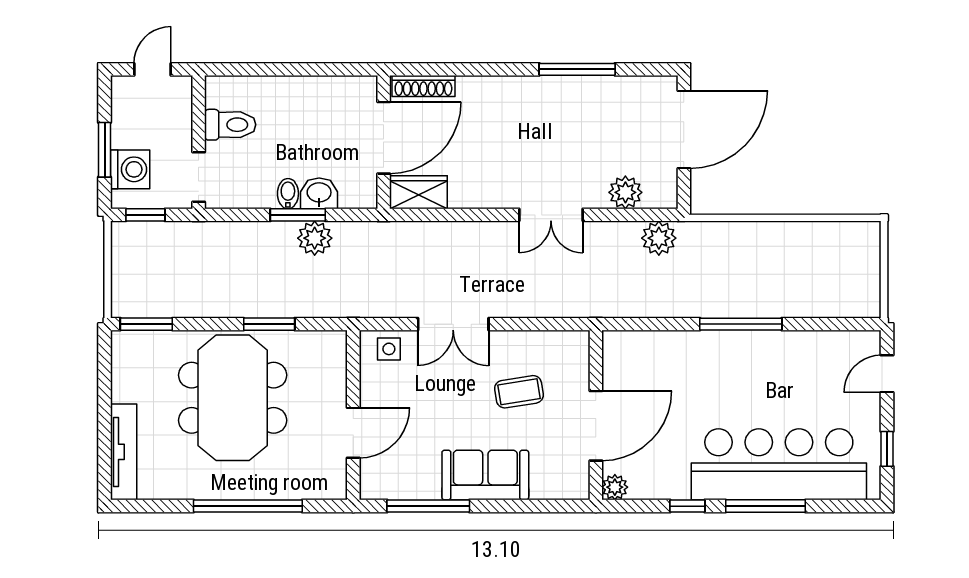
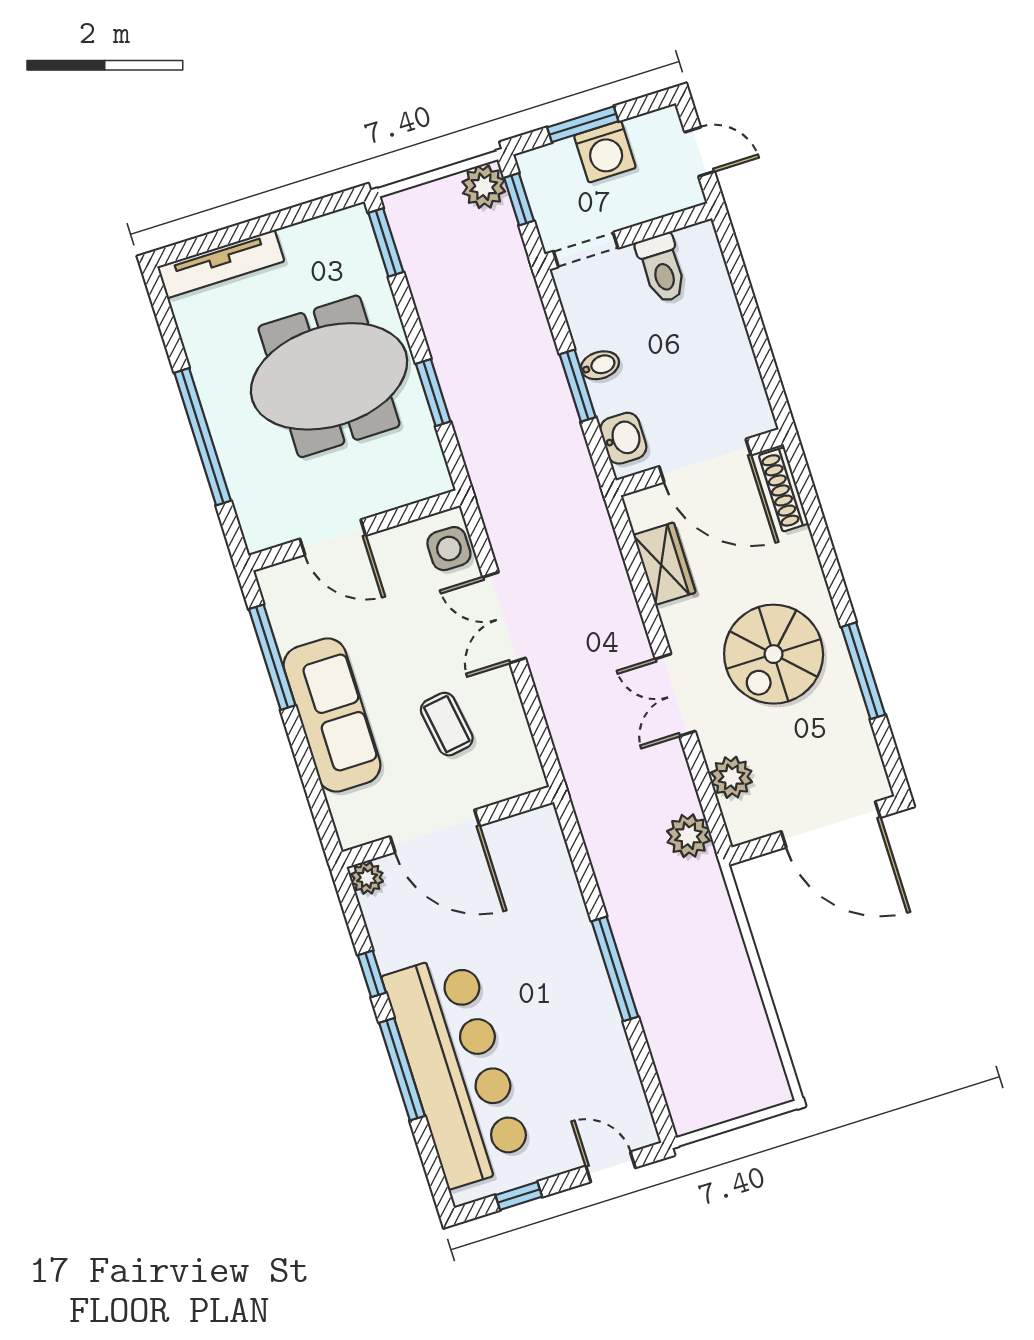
spiral stairs: (544, 132) -> (774, 654), added
washing machine: (130, 169) -> (605, 152), moved
wardrobe: (418, 192) -> (664, 564), moved
washbasin: (319, 193) -> (623, 438), moved
plant: (315, 238) -> (484, 187), moved
side table: (389, 349) -> (449, 549), width x1.37, depth x1.37
sofa: (485, 475) -> (332, 715), width x1.36

